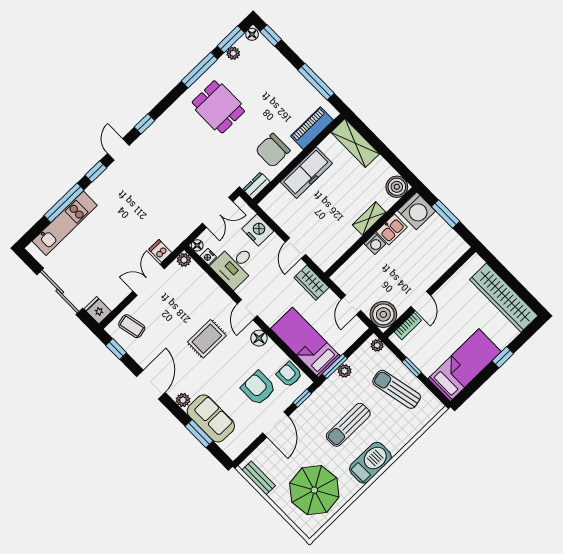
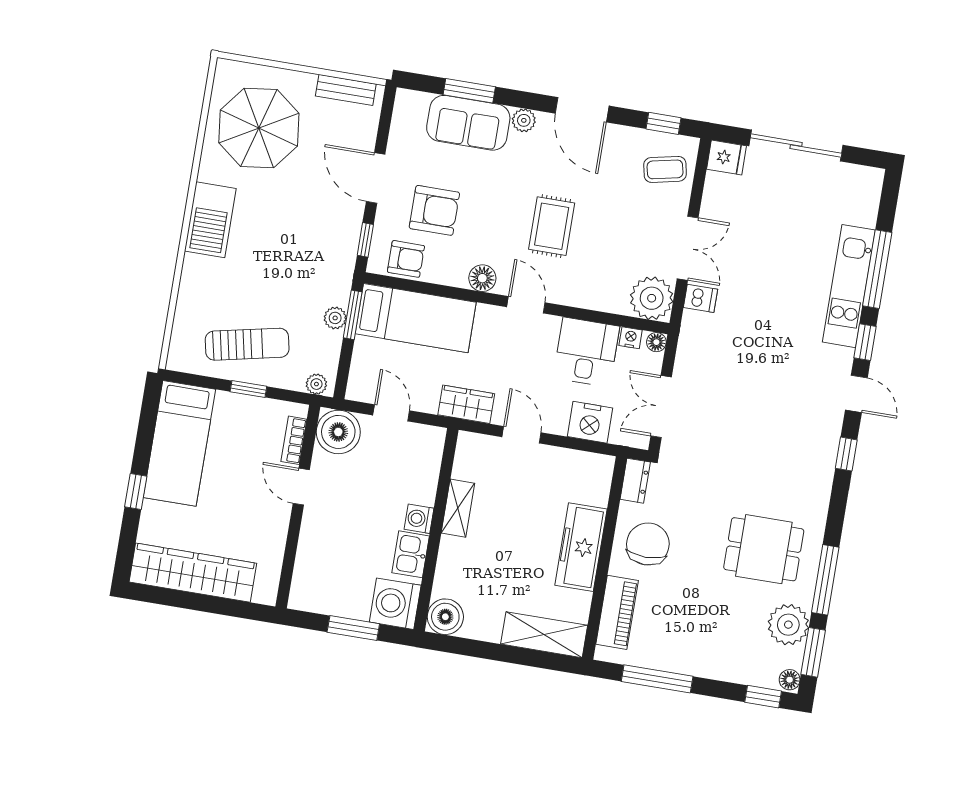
plant: (233, 53) -> (788, 625), width x1.88, depth x1.88
shelving: (369, 219) -> (458, 508), moved
kitchen unit: (65, 223) -> (849, 286), moved
plant: (184, 260) -> (652, 298), width x1.87, depth x1.87
sun lounger: (348, 425) -> (277, 249), removed

